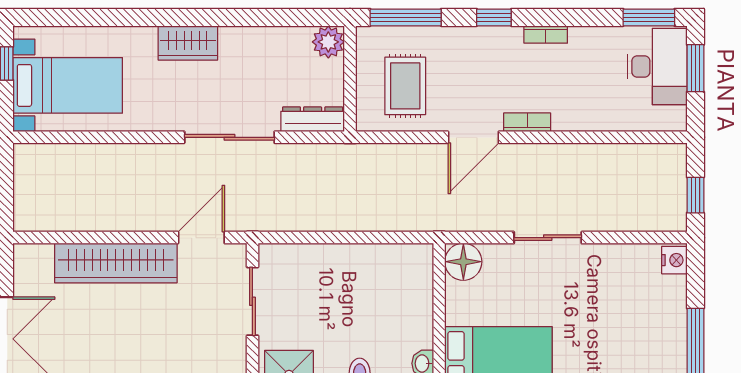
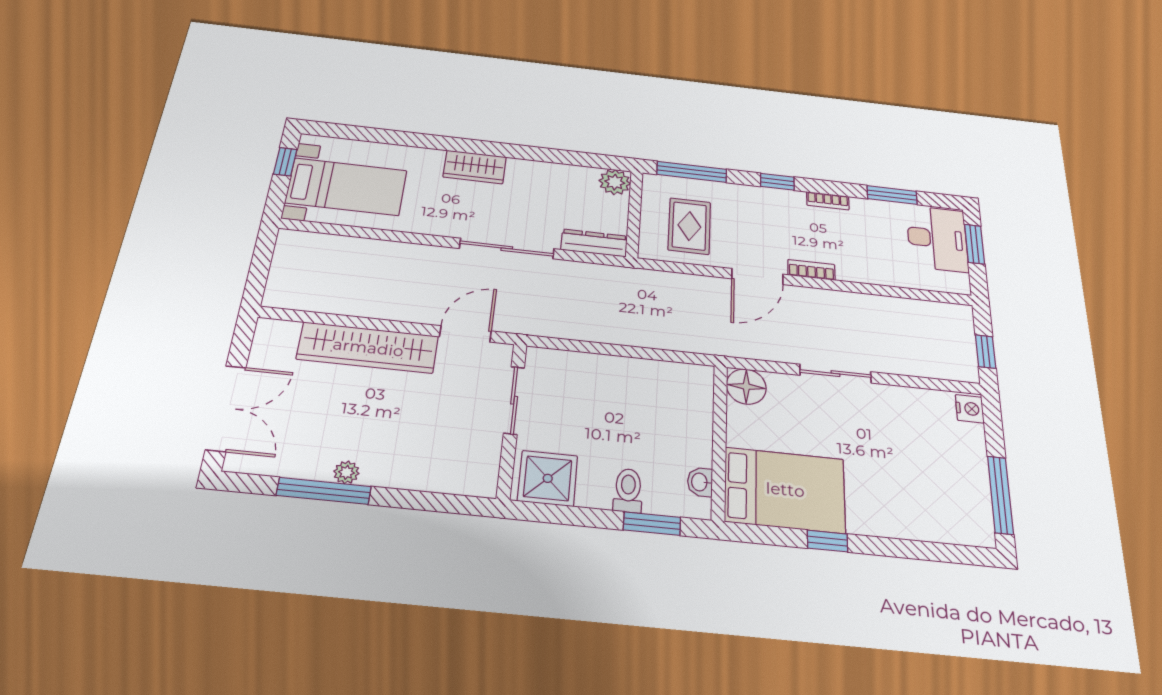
window: (649, 17) -> (892, 195), moved

